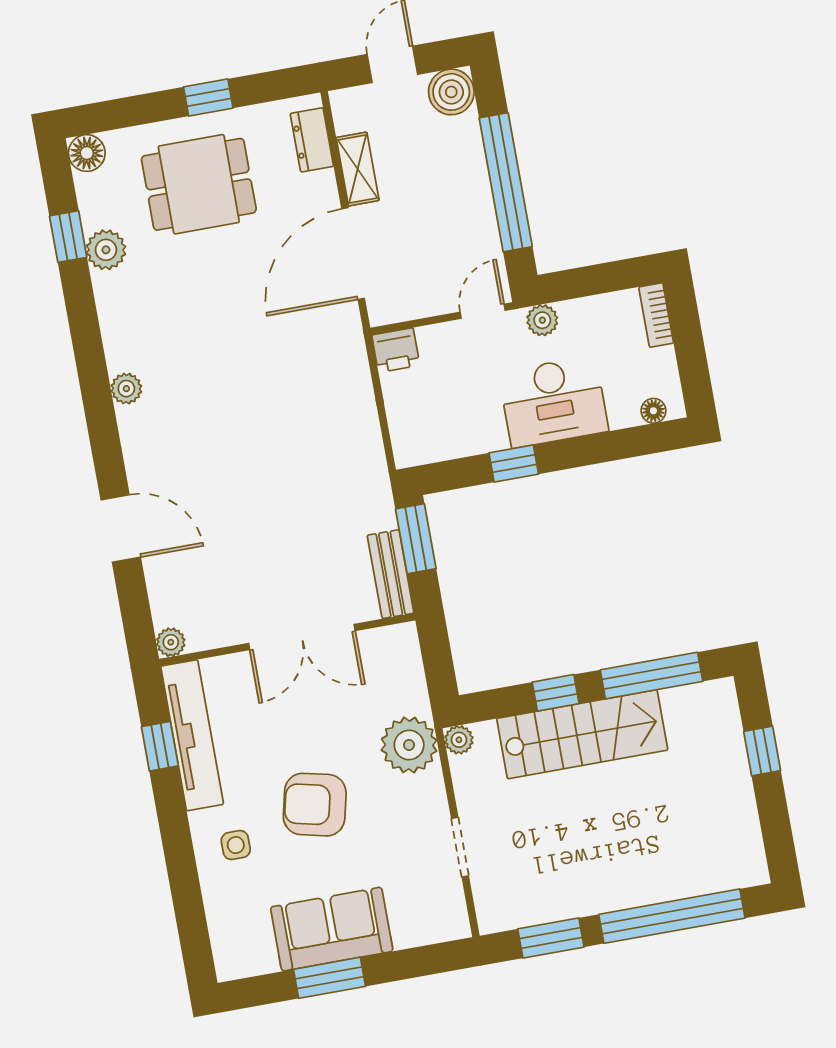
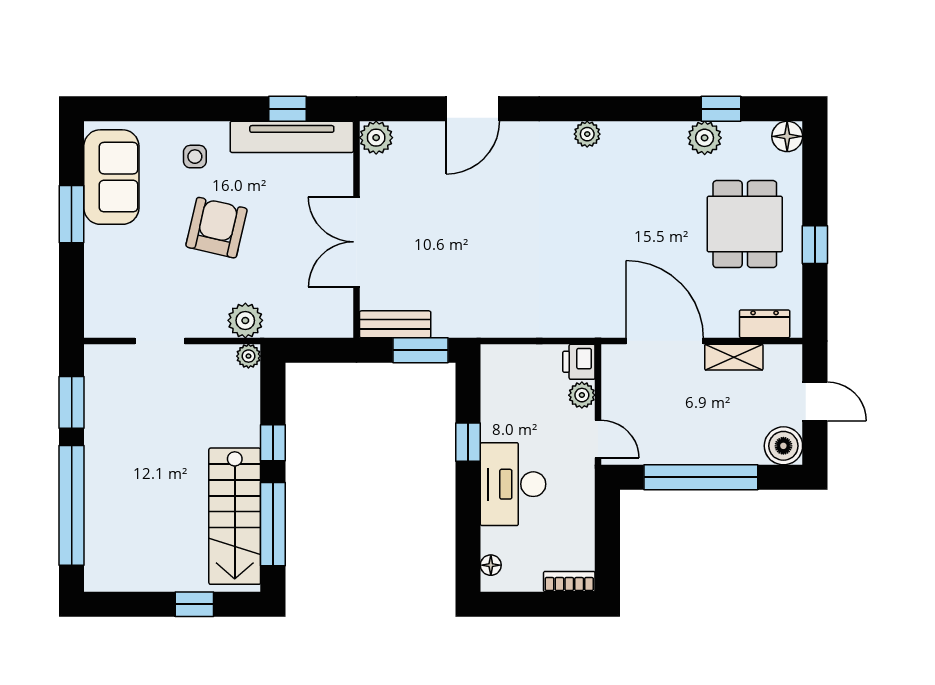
plant: (542, 320) -> (582, 395), moved
plant: (171, 642) -> (376, 138), width x1.38, depth x1.38
stairs: (582, 734) -> (235, 516), moved
plant: (409, 745) -> (245, 320), width x0.73, depth x0.73
sofa: (332, 929) -> (111, 177), moved

